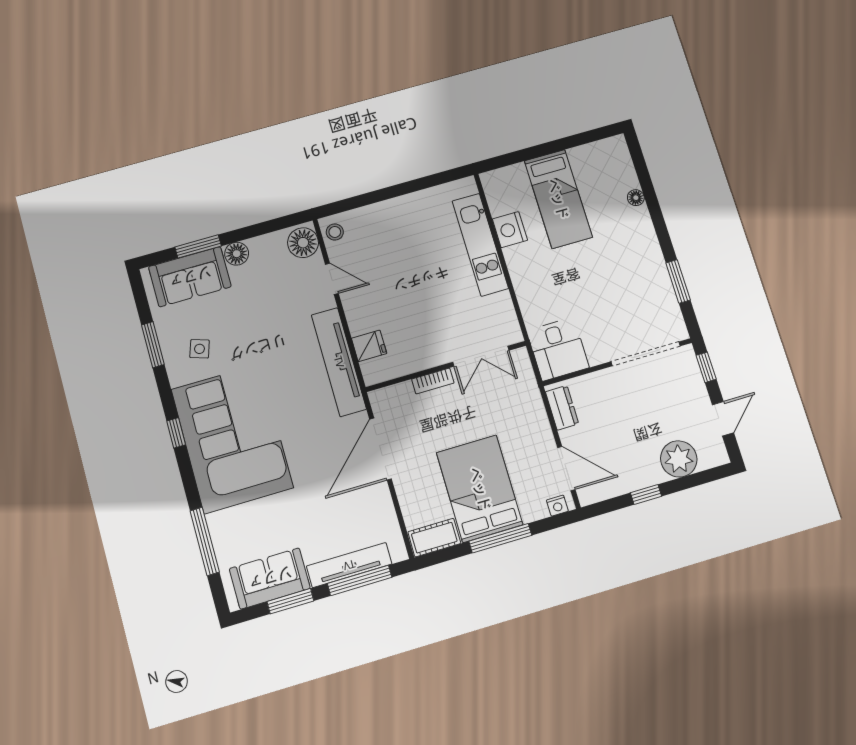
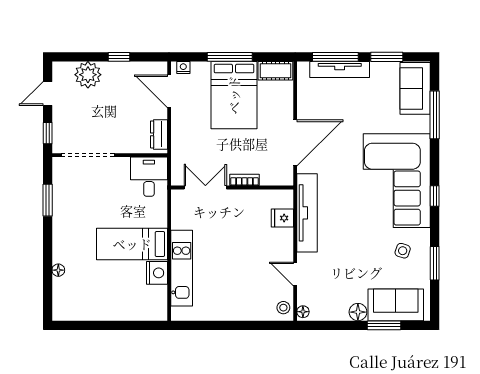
bed: (558, 199) -> (132, 244), moved, turned -90
floor lamp: (303, 243) -> (303, 312), width x0.53, depth x0.53
sofa: (270, 578) -> (415, 88), moved, turned 90

